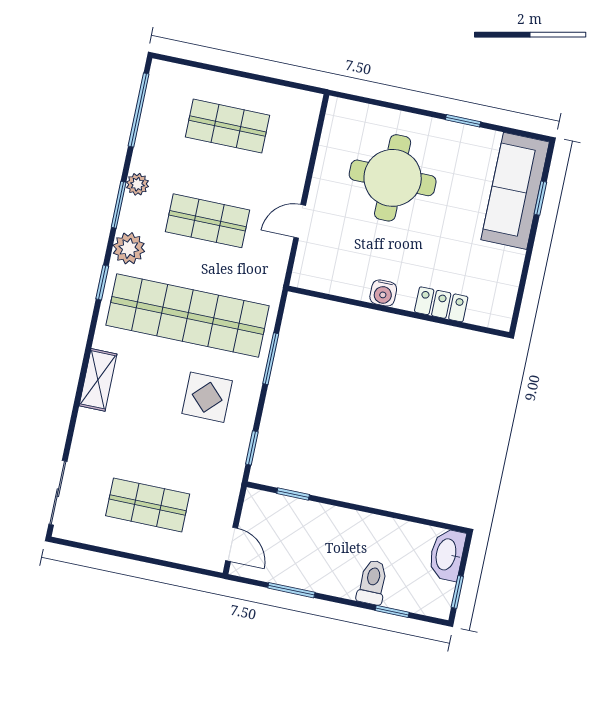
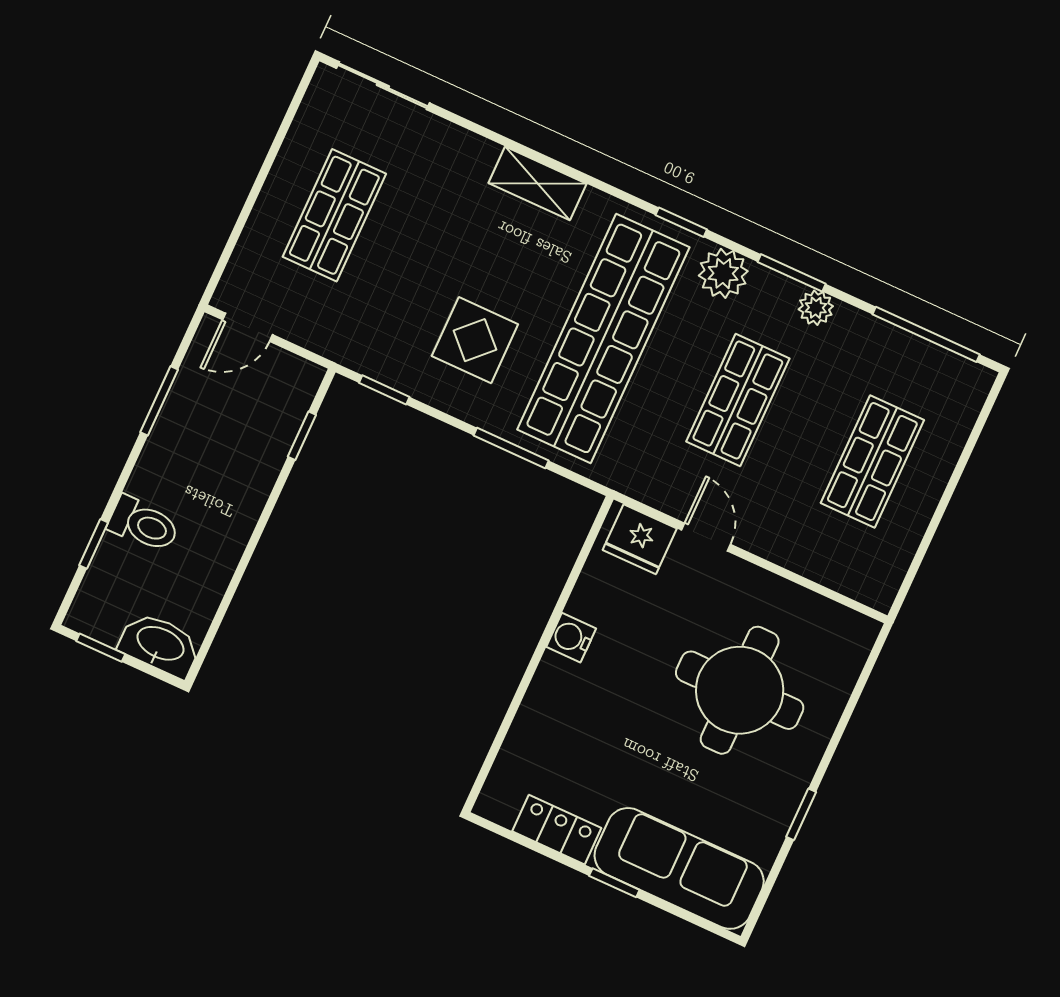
window: (540, 198) -> (614, 883), moved
fridge: (311, 263) -> (640, 539), added
locker: (441, 304) -> (557, 830), moved, turned -90

